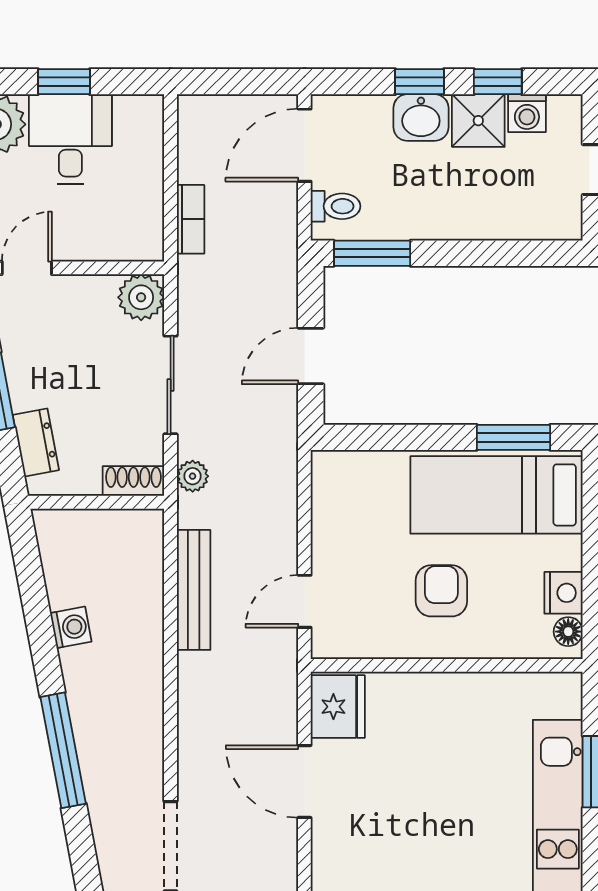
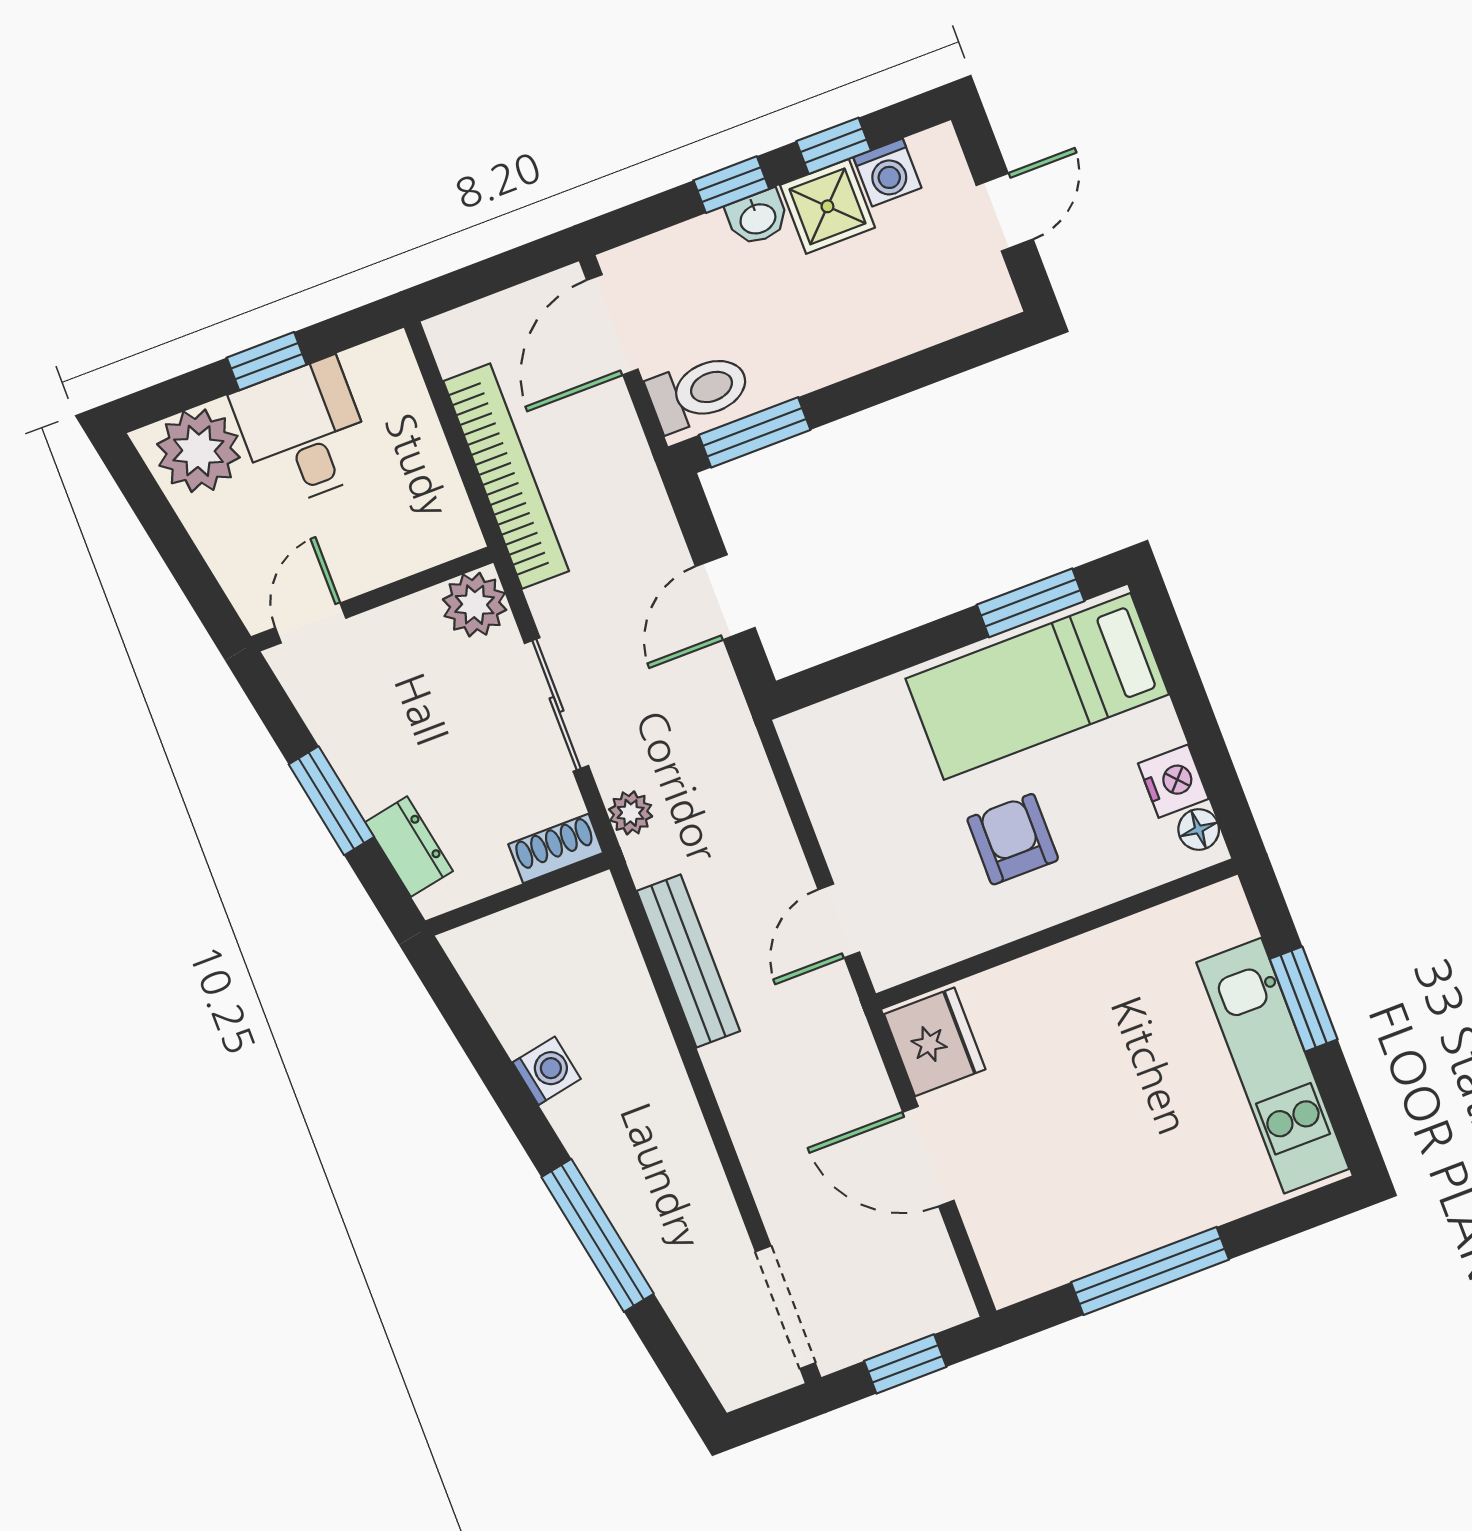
washbasin: (421, 118) -> (757, 218), width x0.72, depth x0.69
toilet: (336, 206) -> (699, 392), width x1.37, depth x1.39
bookcase: (191, 219) -> (506, 476), width x2.31, depth x1.31

